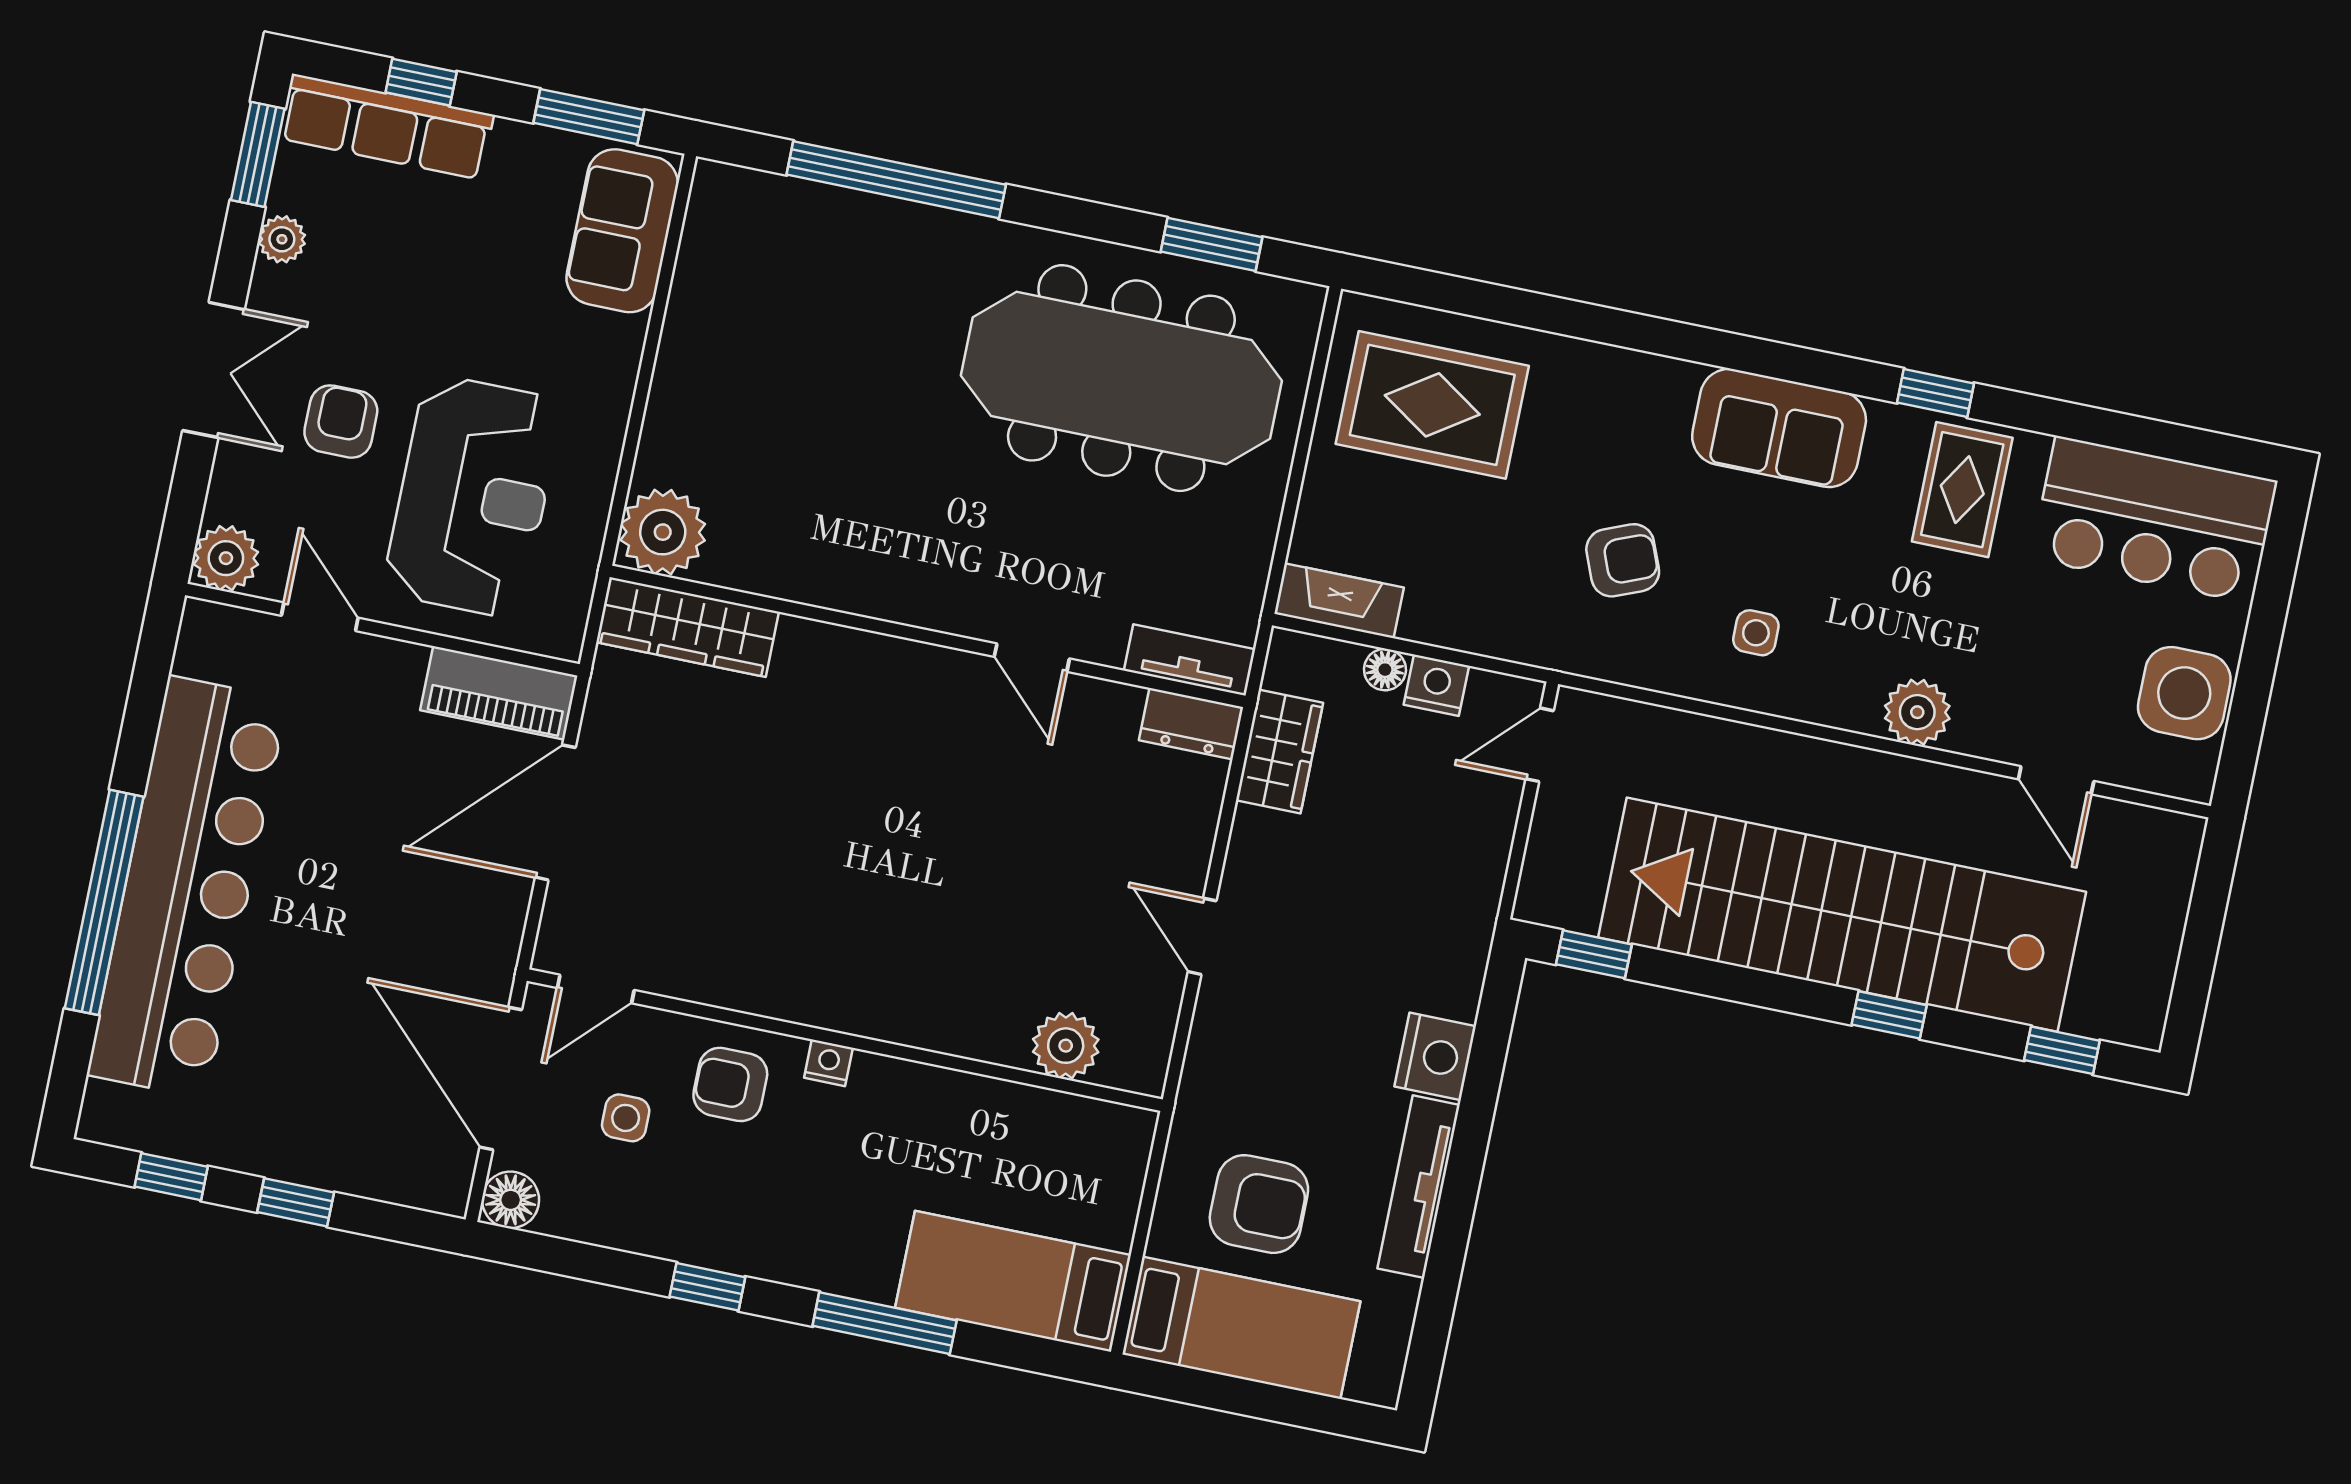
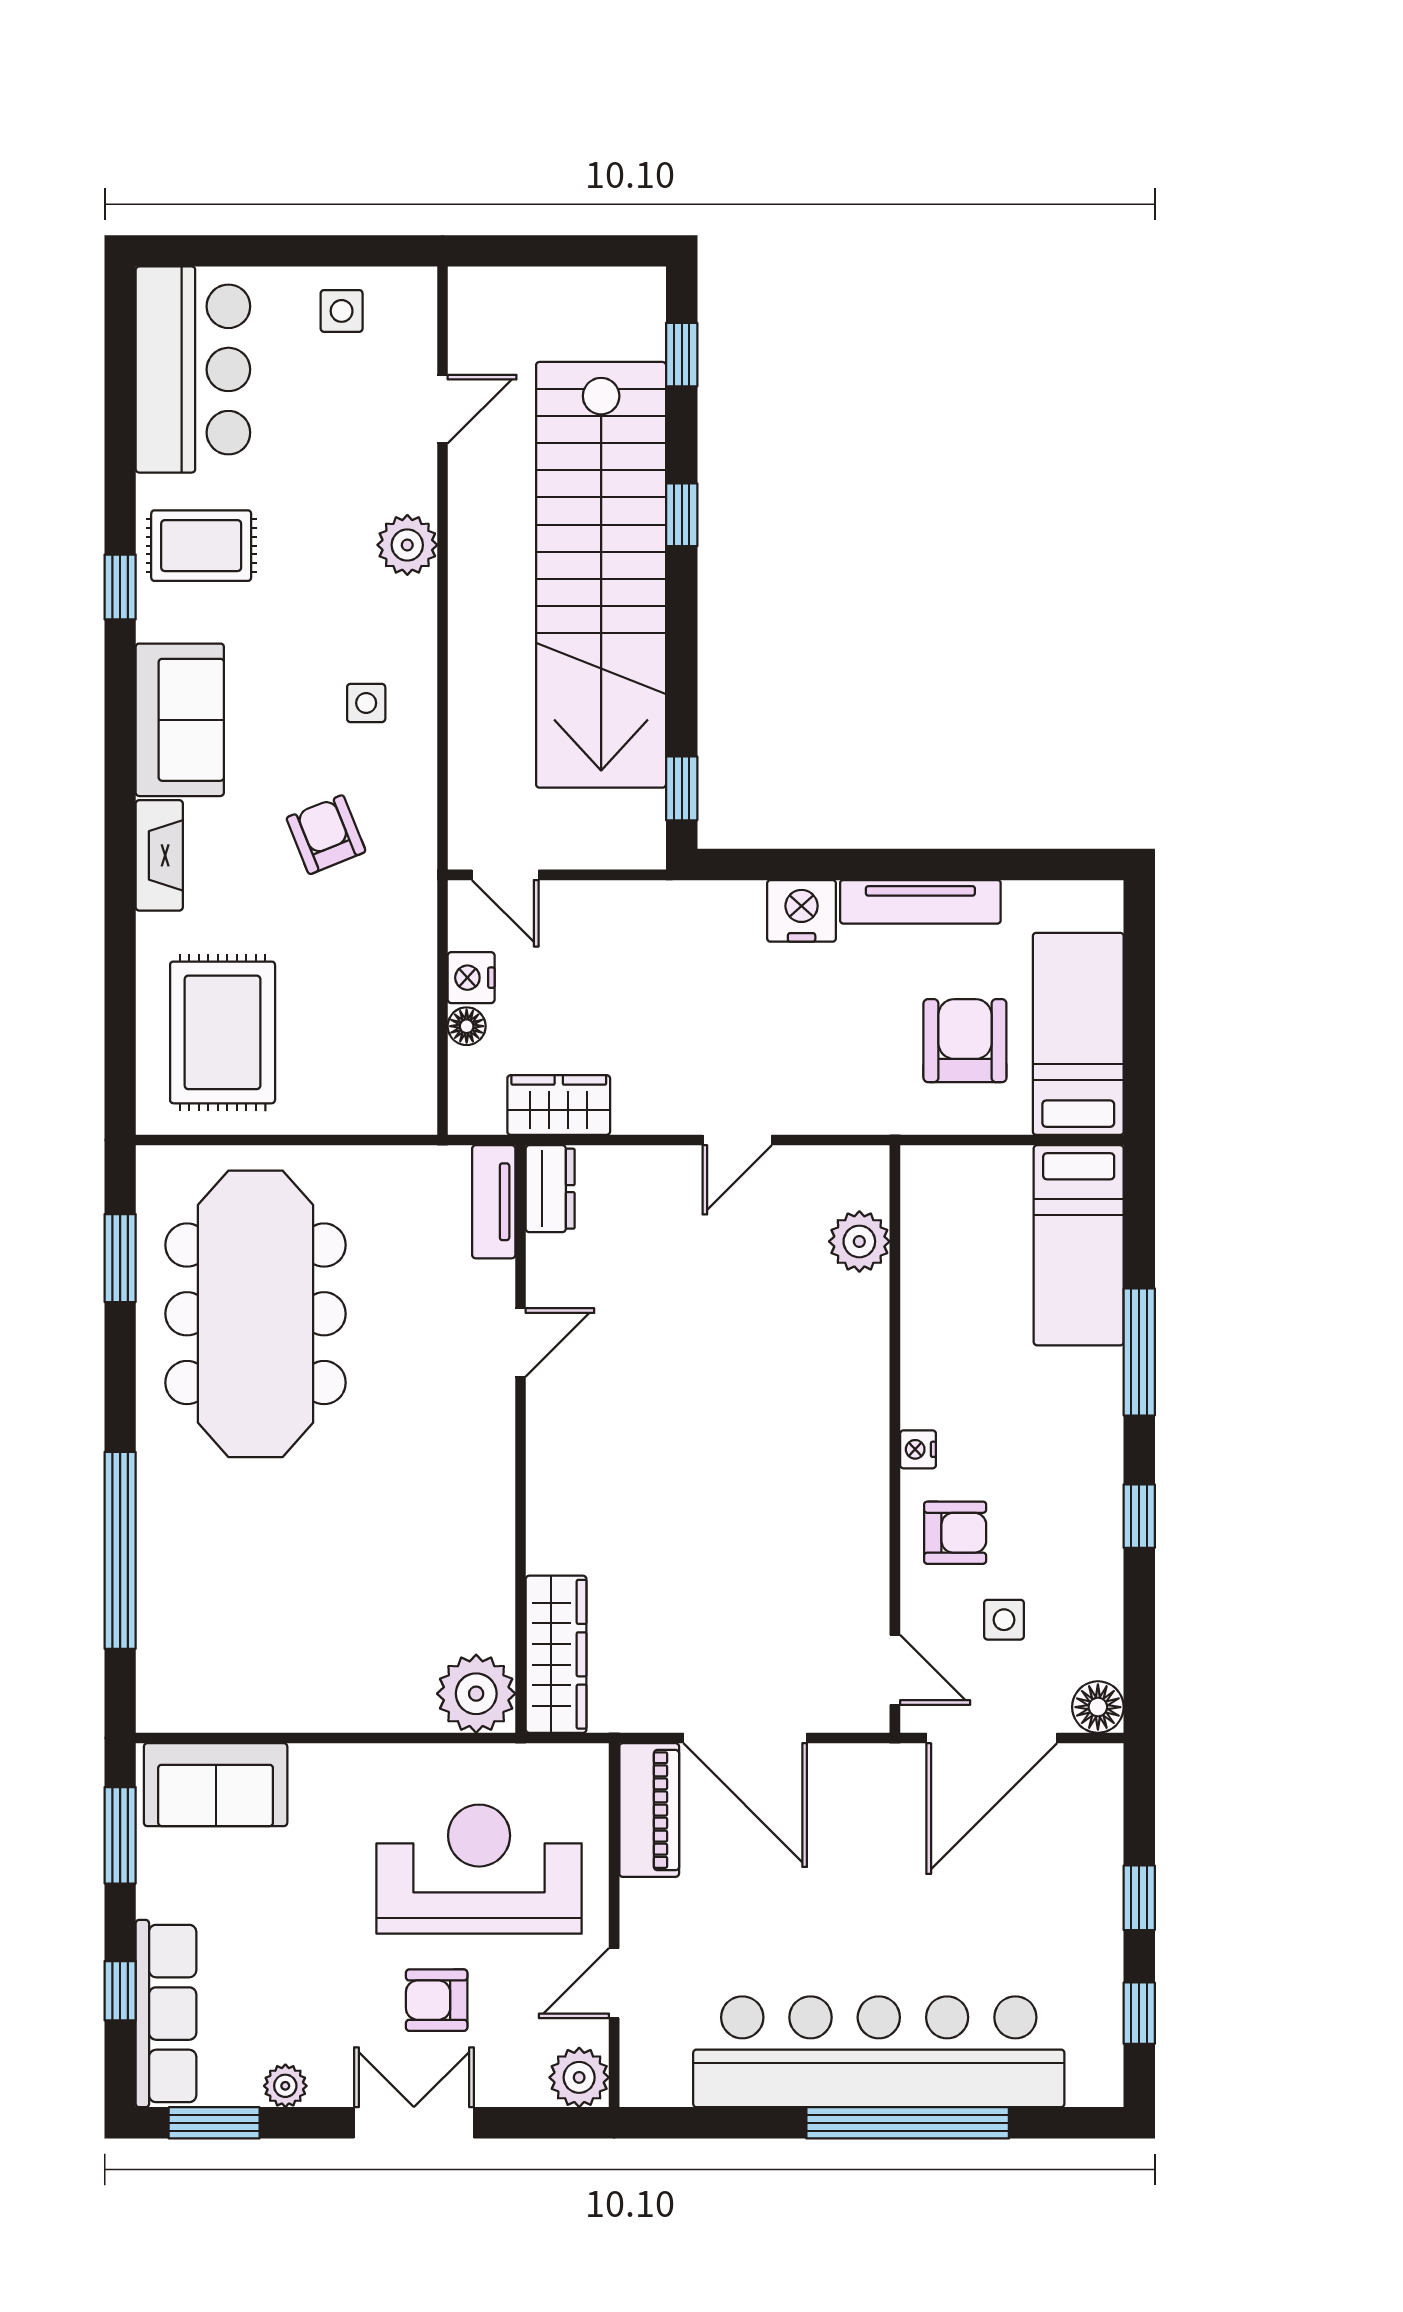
fireplace: (1339, 601) -> (159, 855), moved, turned 180
side table: (2184, 693) -> (342, 311), width x0.54, depth x0.54
armchair: (730, 1084) -> (955, 1533), turned -90

